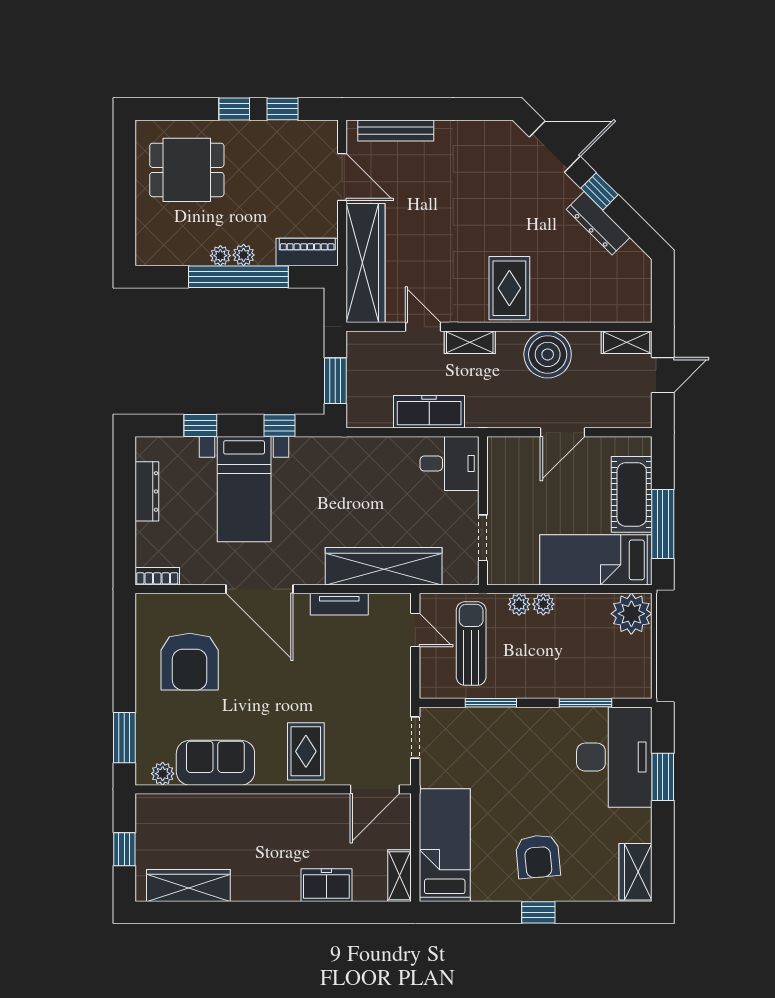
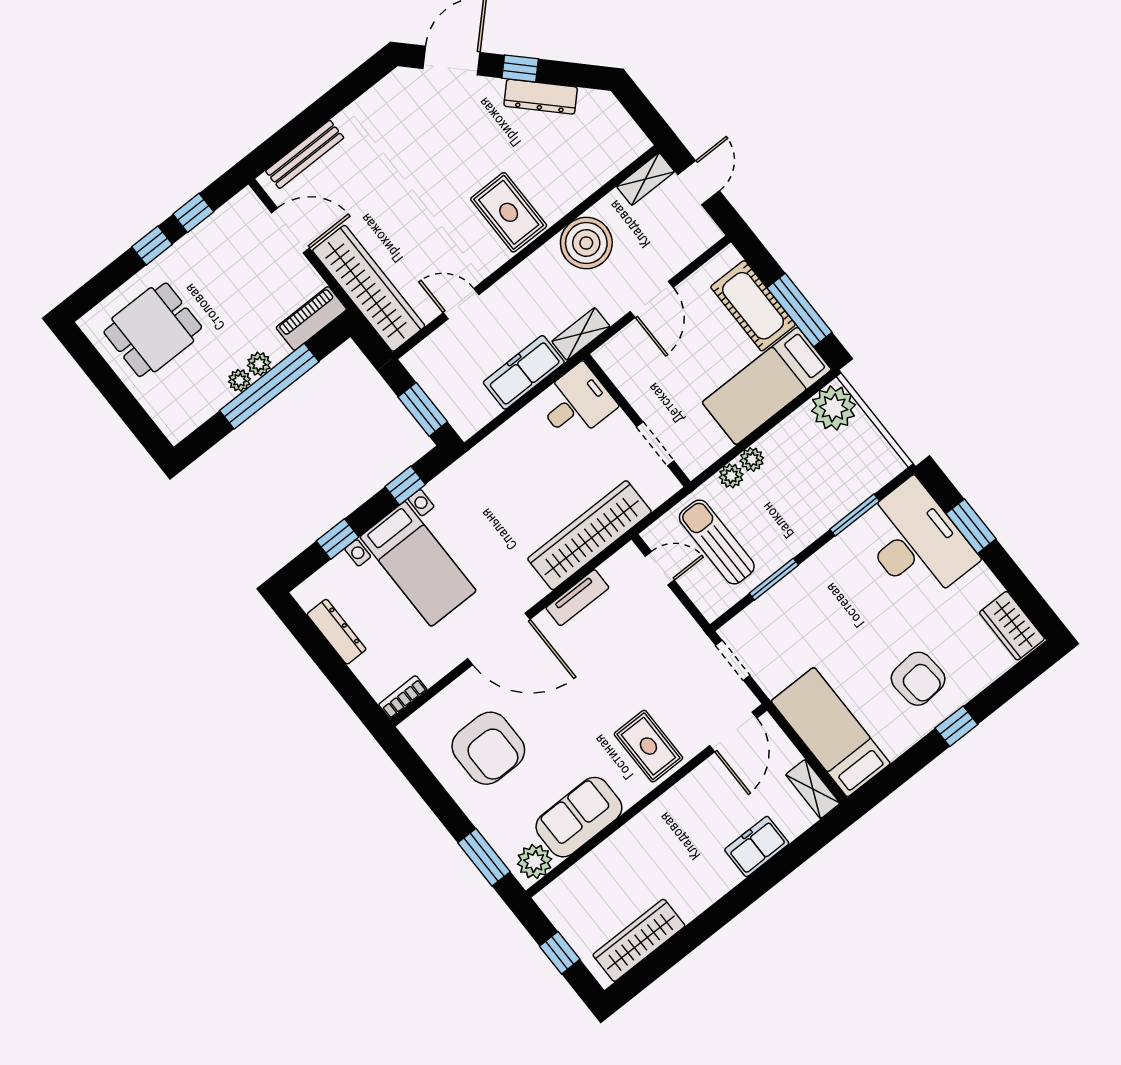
shelving: (470, 342) -> (581, 334), moved
plant: (163, 774) -> (535, 861), width x1.38, depth x1.38

